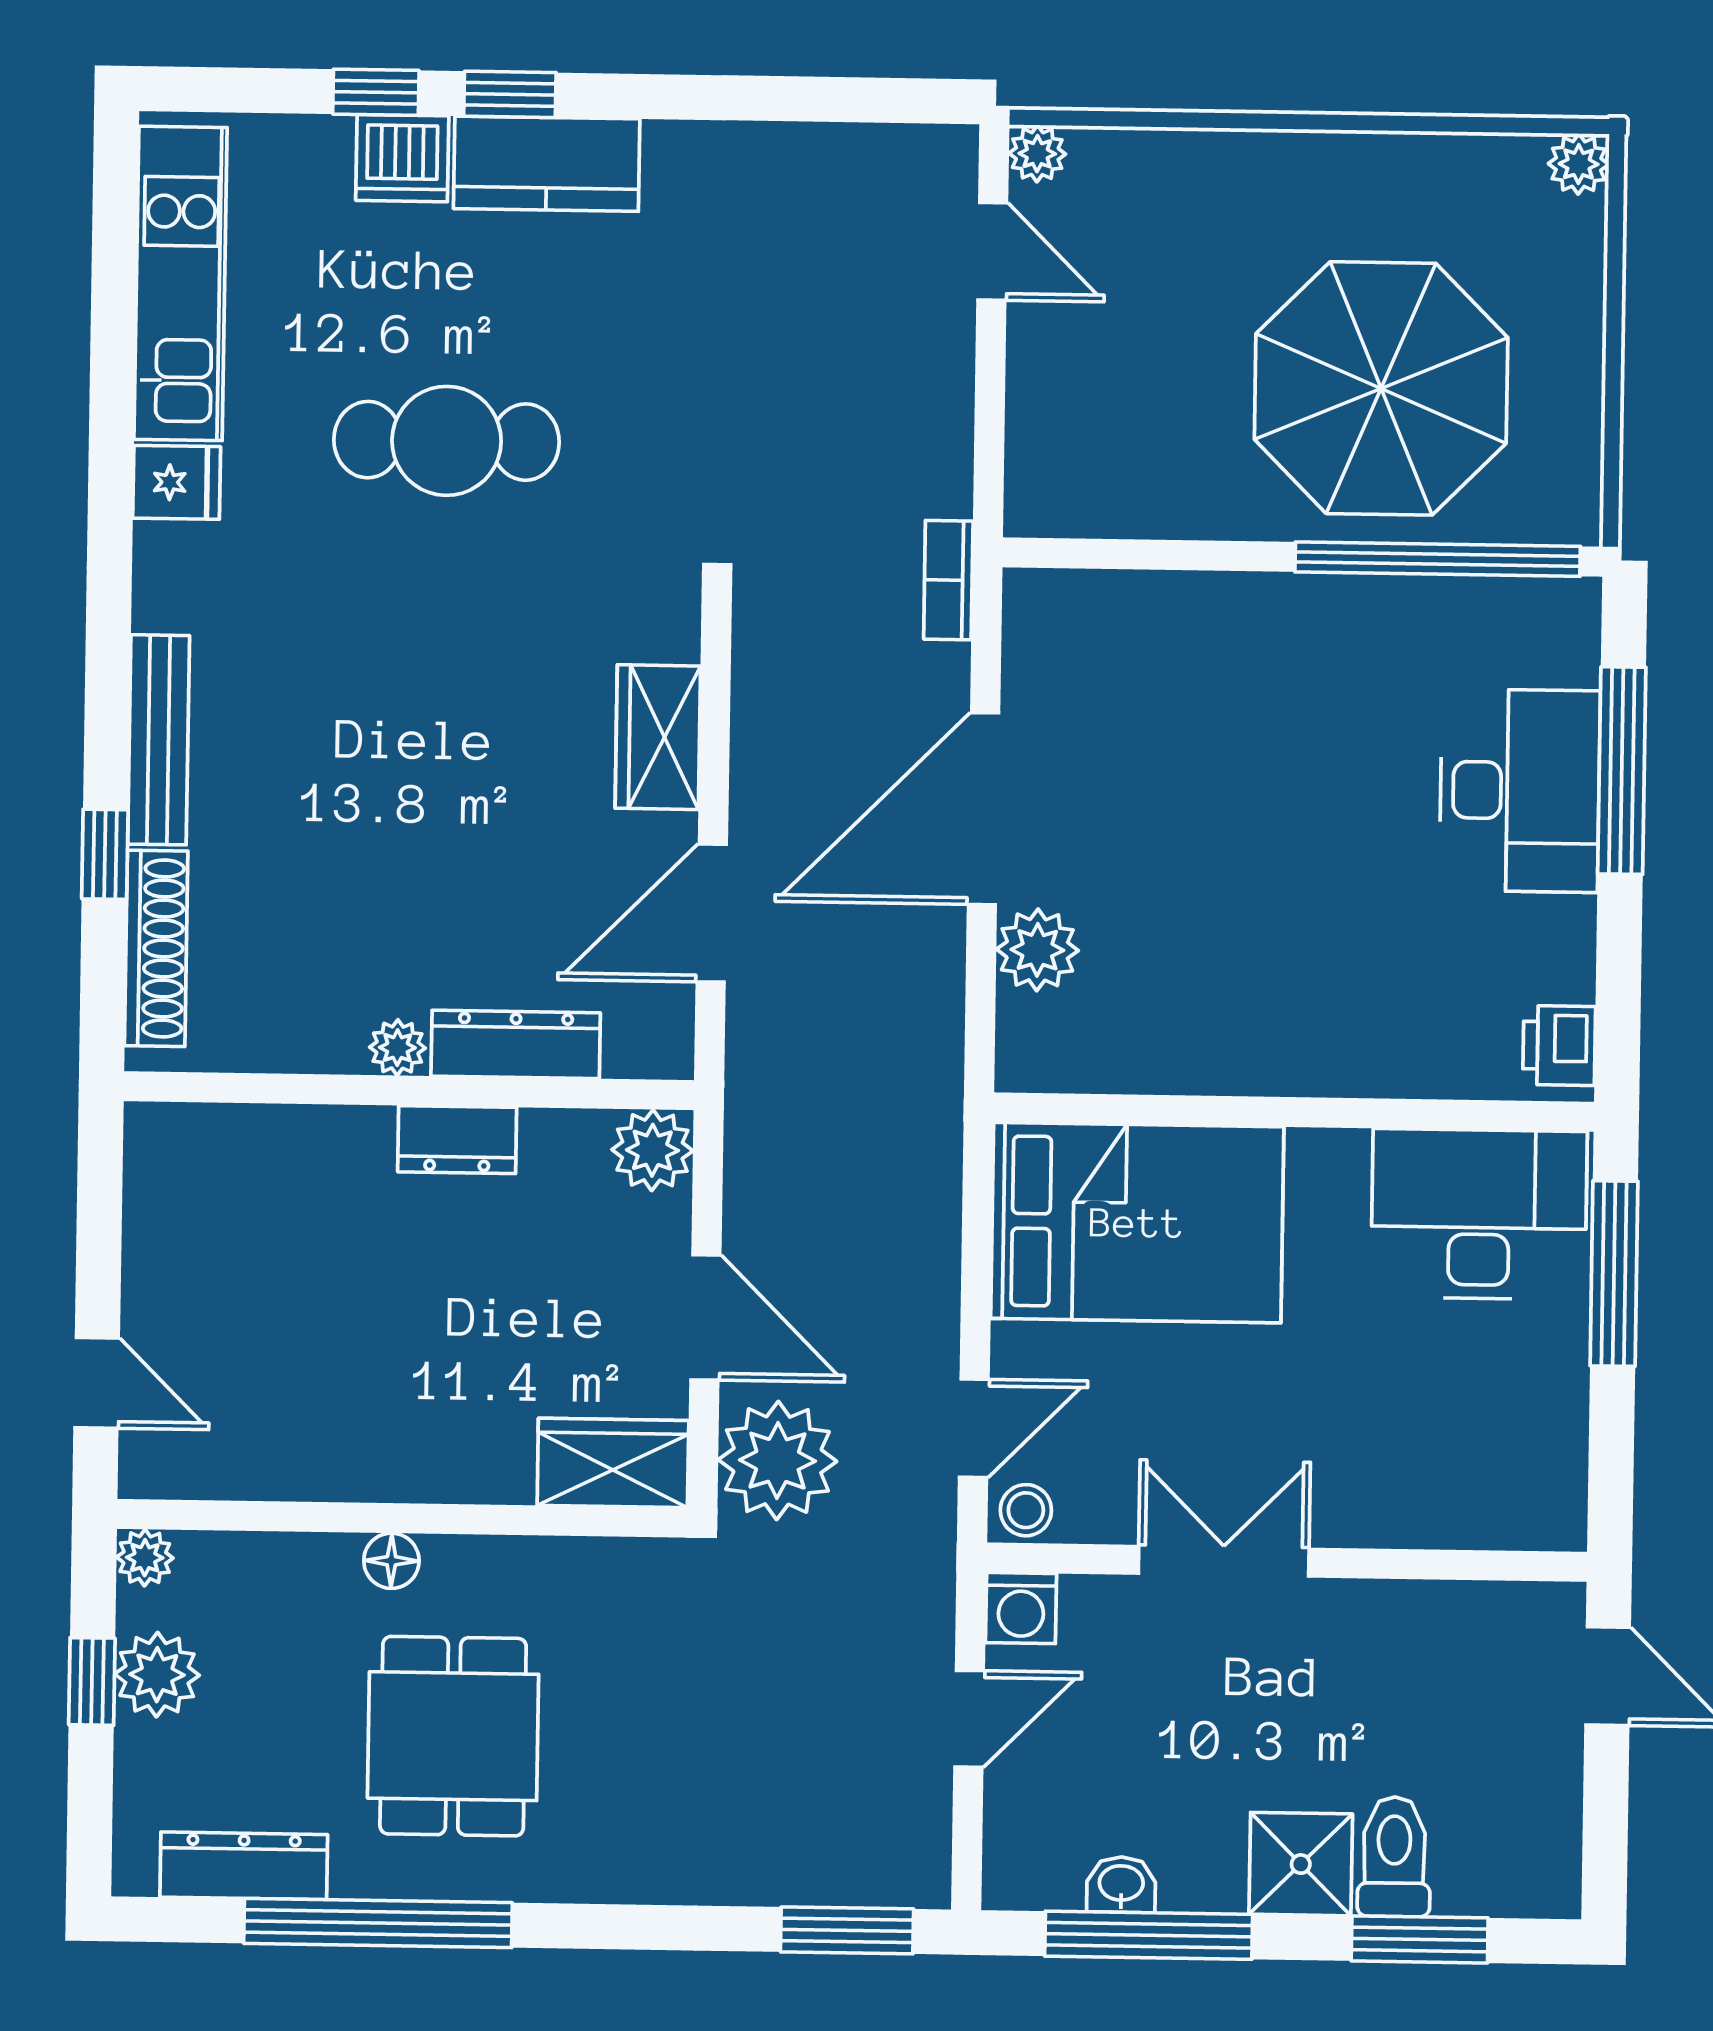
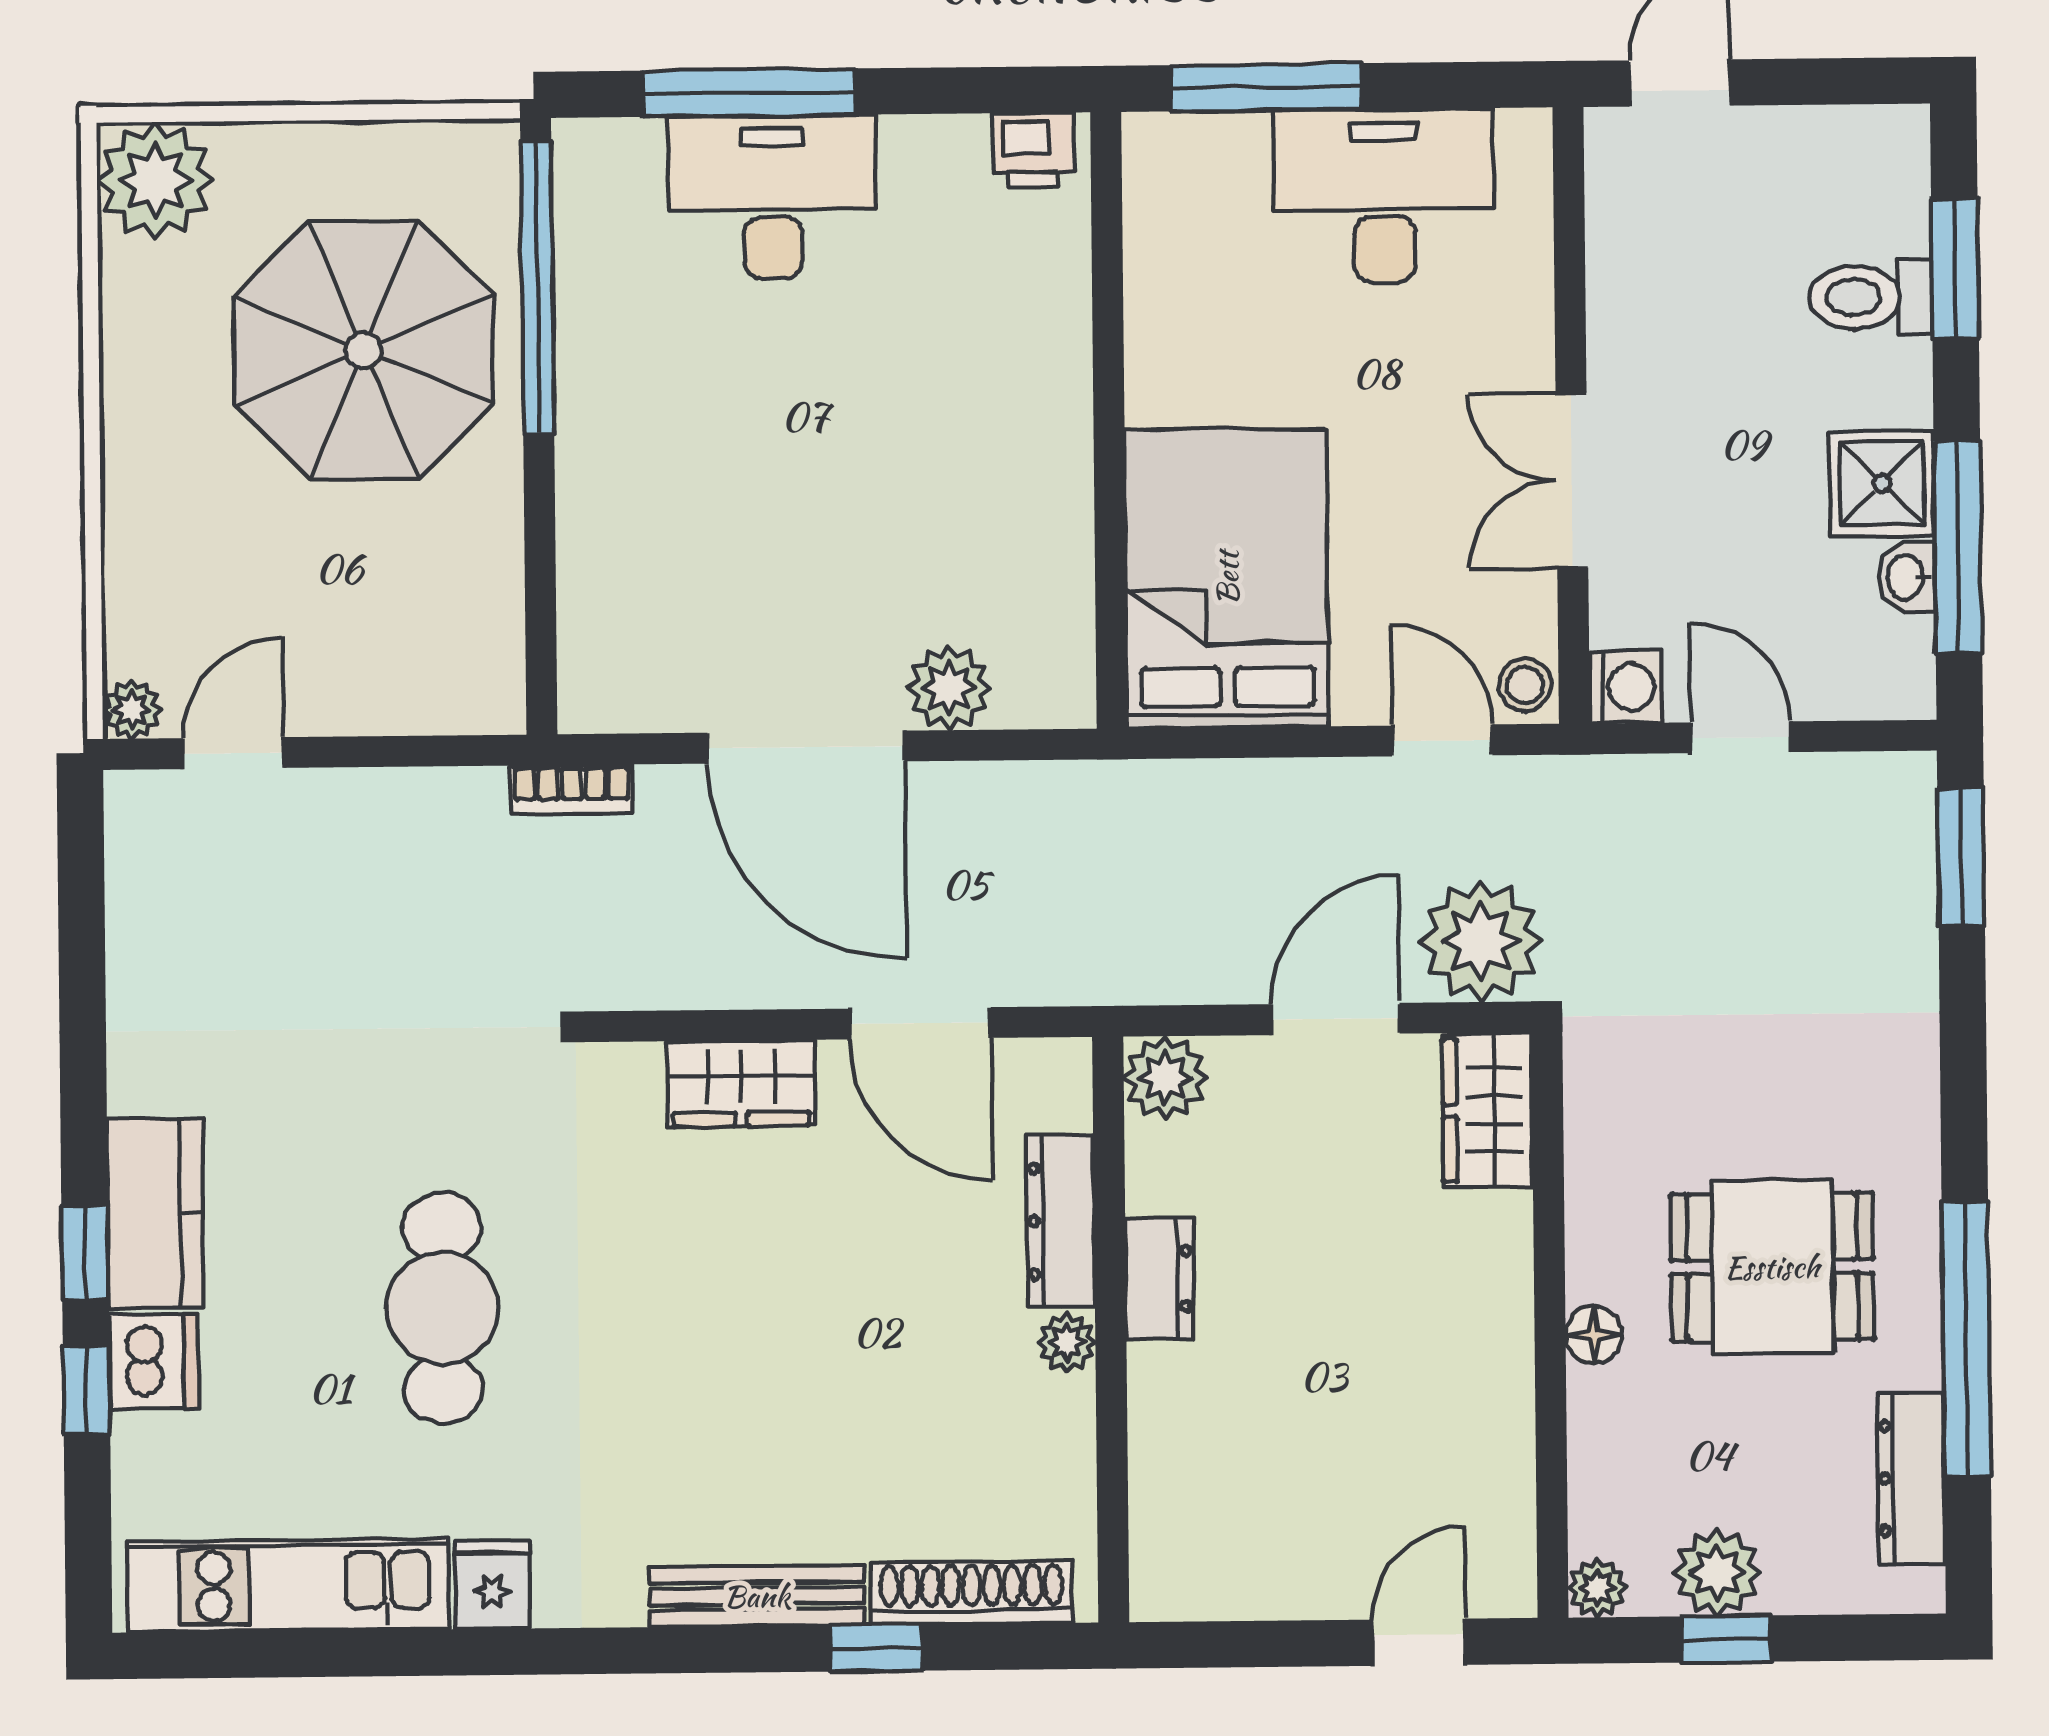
plant: (1579, 164) -> (155, 180), width x1.88, depth x1.88
desk: (1479, 1214) -> (1384, 196), moved, turned 90
shower: (1301, 1864) -> (1882, 483), moved

